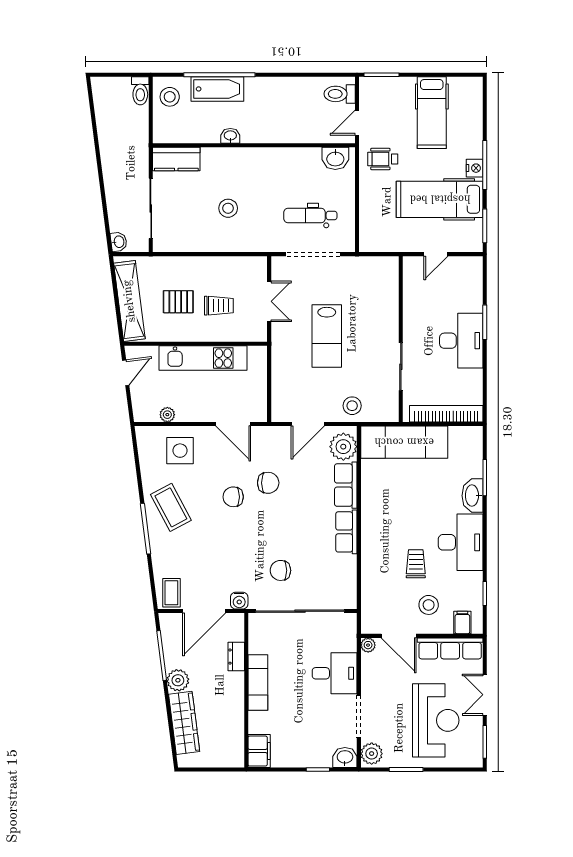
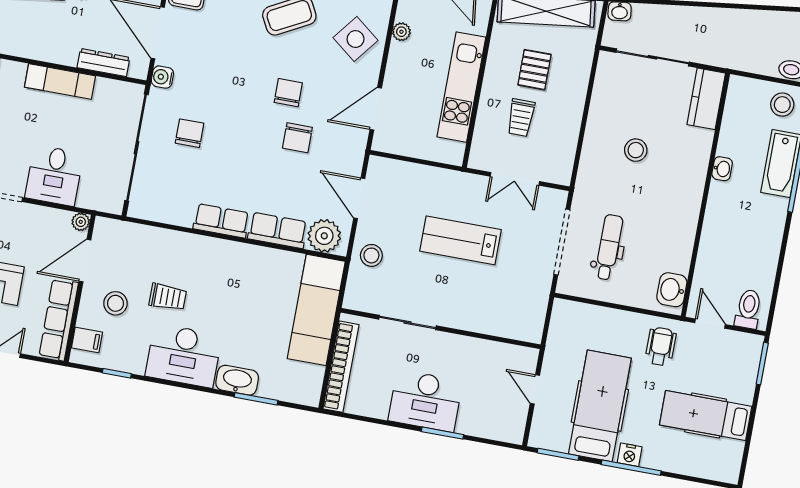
side table: (180, 451) -> (355, 39), turned 38
dresser: (236, 657) -> (103, 63), width x1.44

